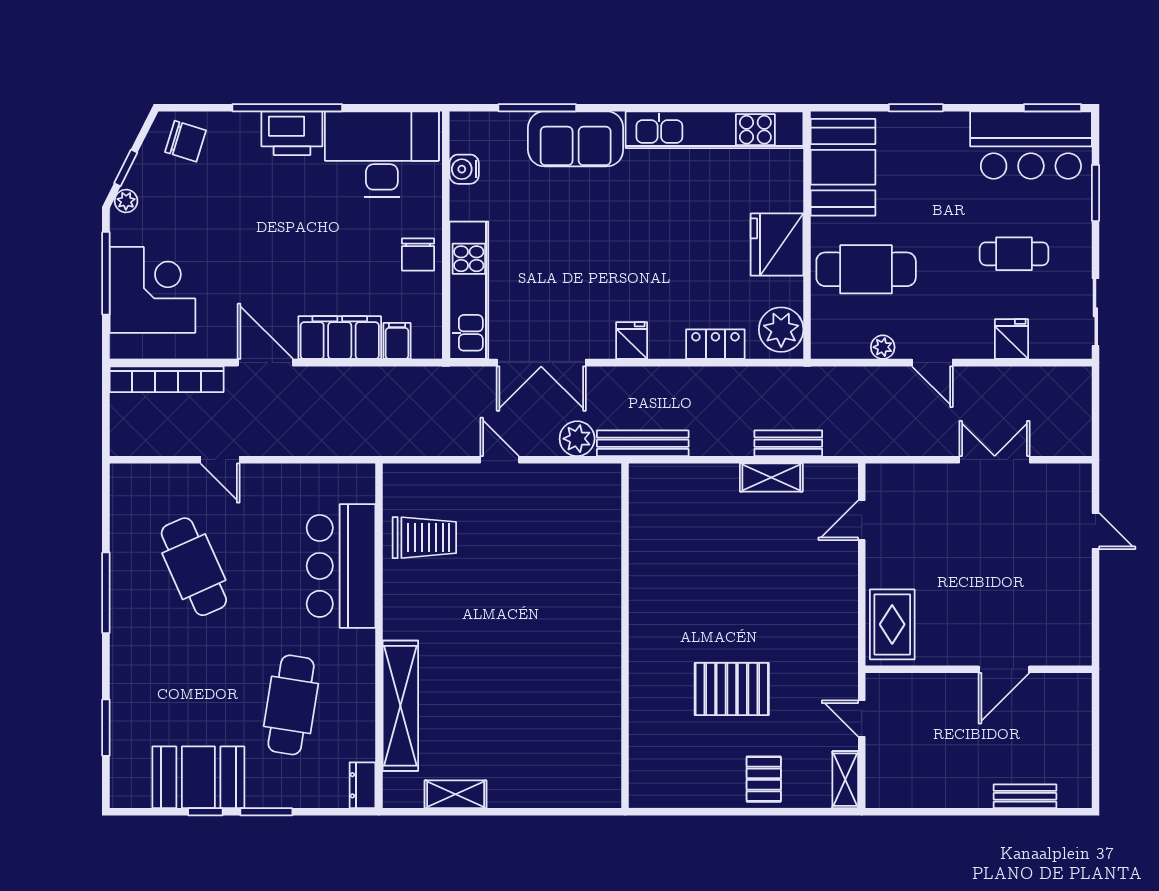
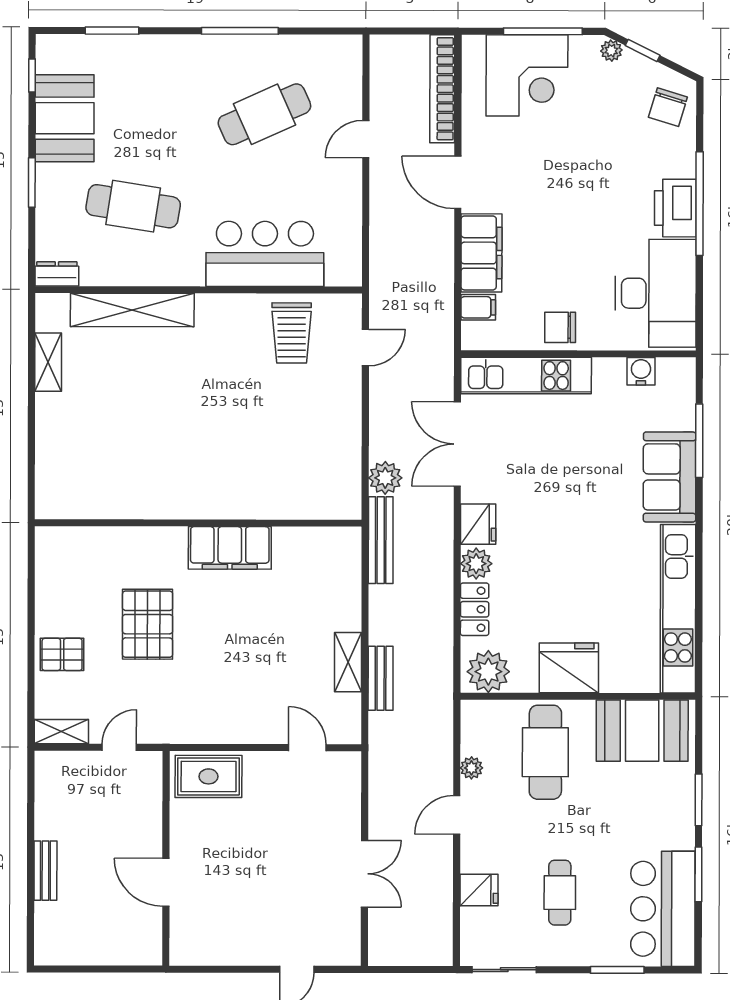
window: (1052, 108) -> (698, 874), moved
fridge: (632, 341) -> (478, 524), width x1.38
plant: (667, 343) -> (476, 564), added
door: (265, 363) -> (458, 182), swing flipped
door: (500, 460) -> (365, 347), moved
filing cabinet: (651, 602) -> (230, 548), added
bench: (1025, 796) -> (45, 871), moved
window: (205, 812) -> (32, 75), moved

